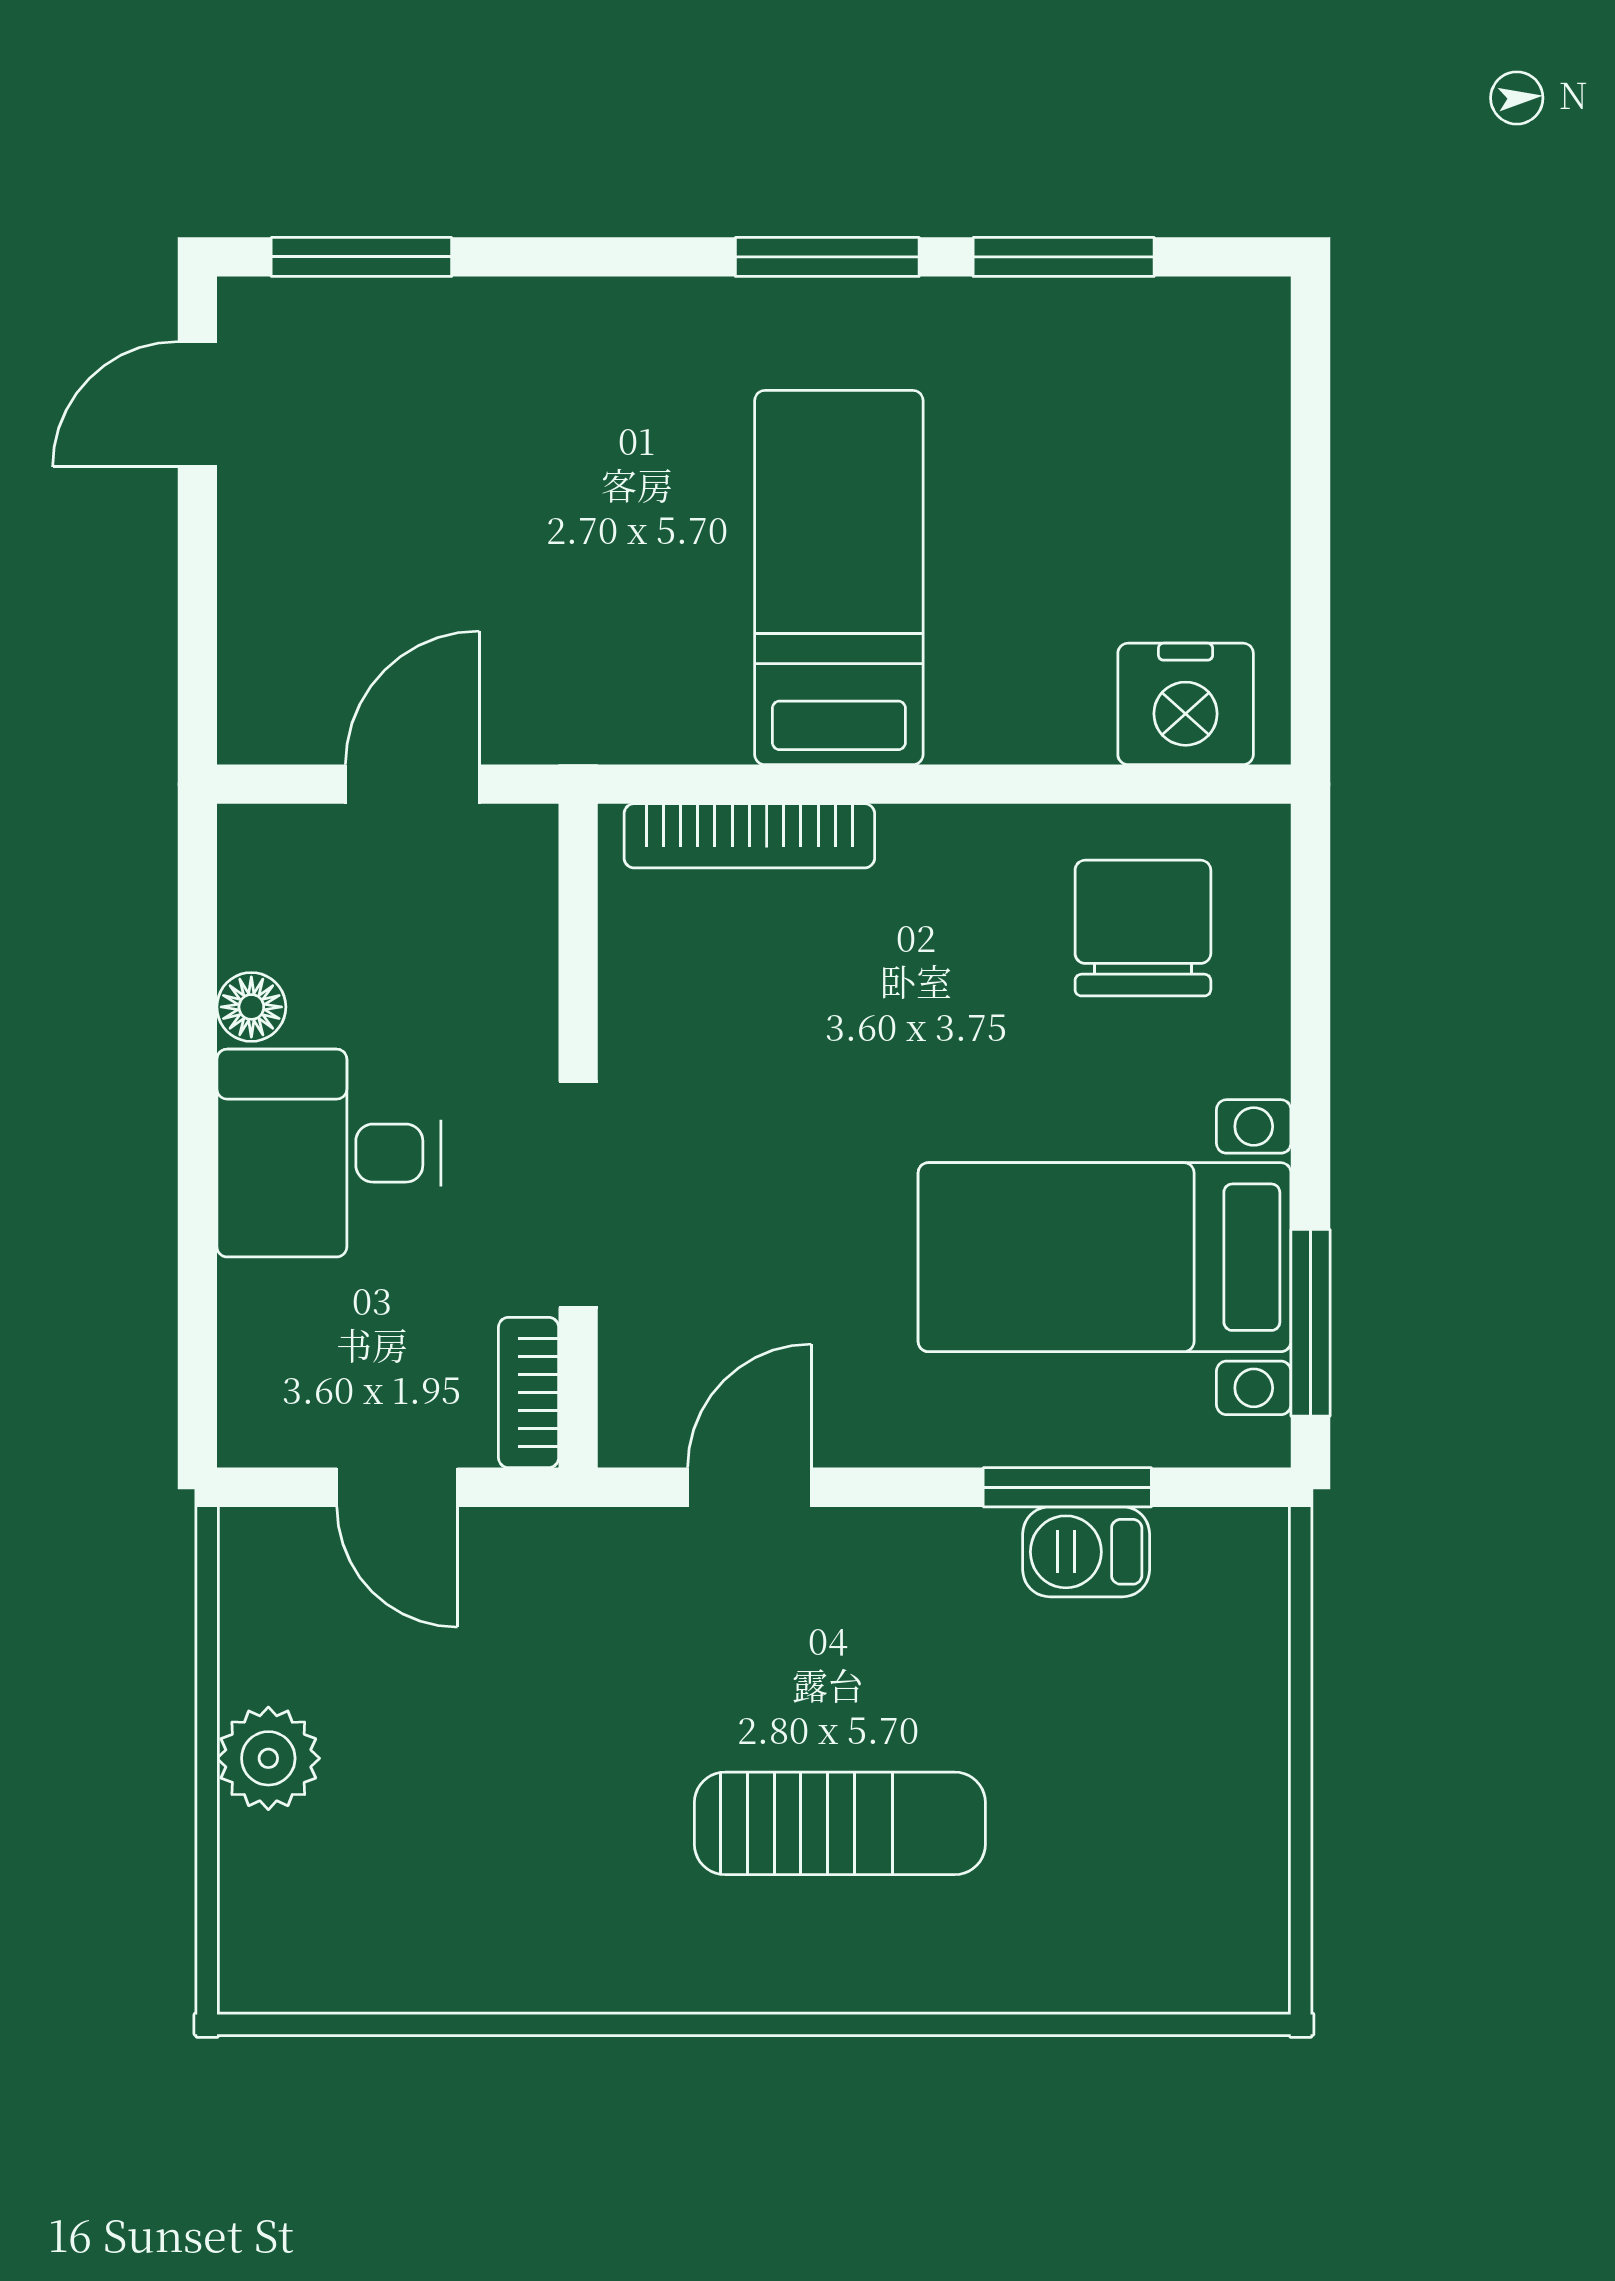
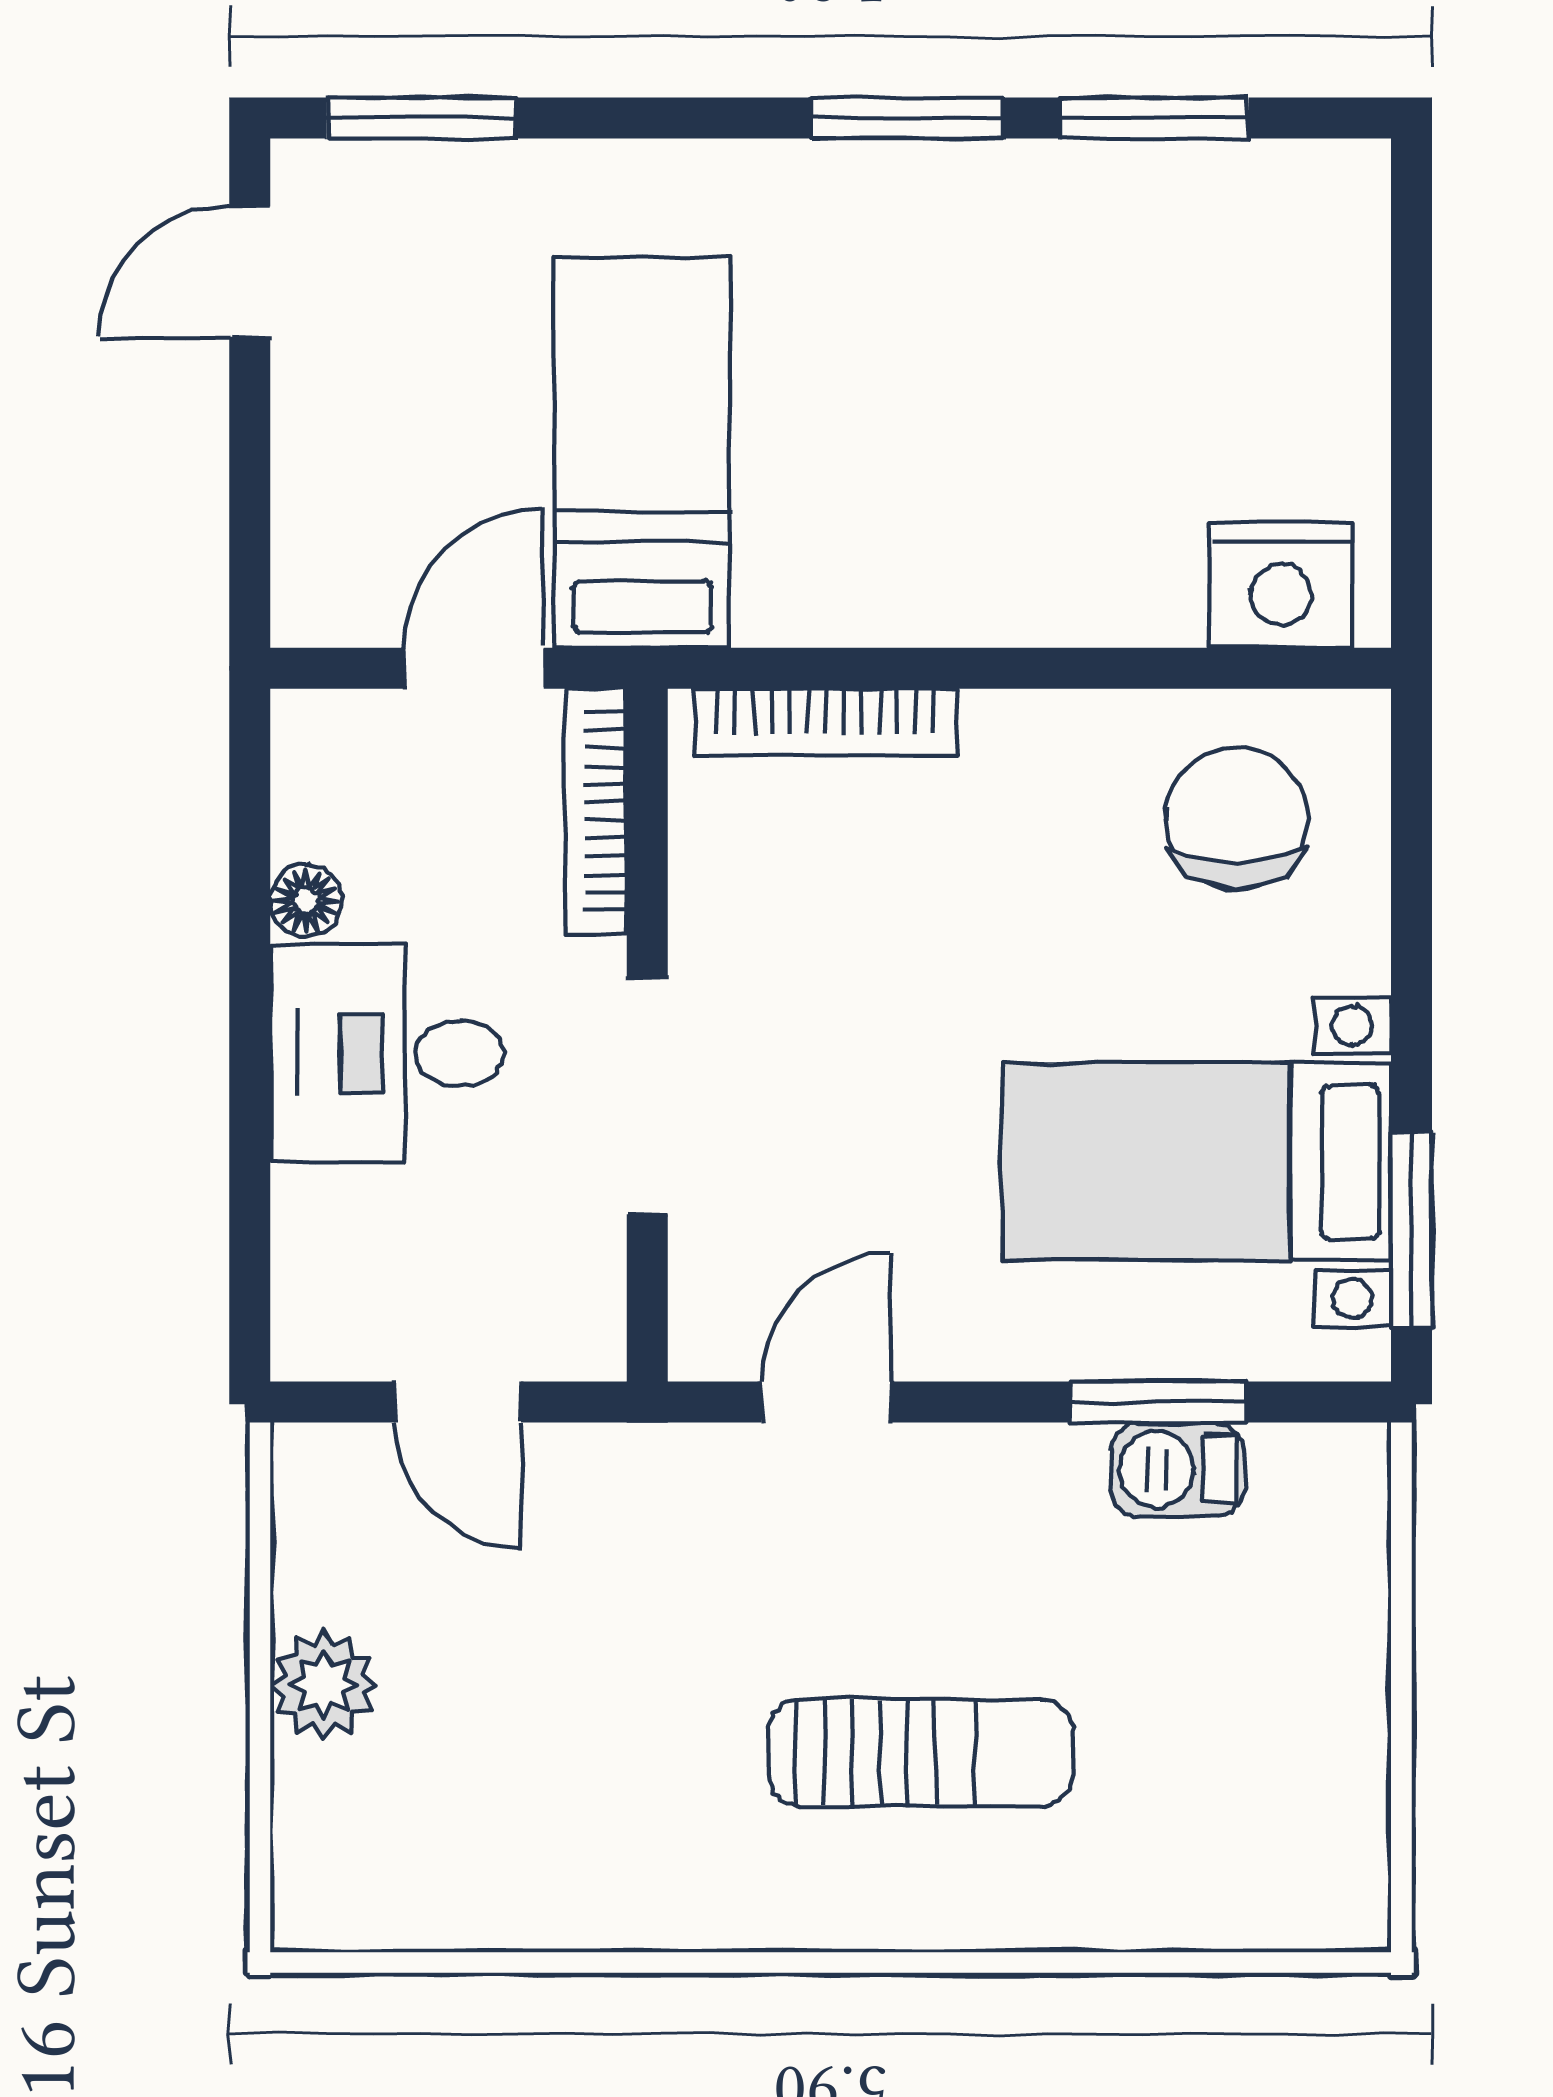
bed: (839, 578) -> (642, 453), moved
bookcase: (529, 1392) -> (595, 811), moved, width x1.56

